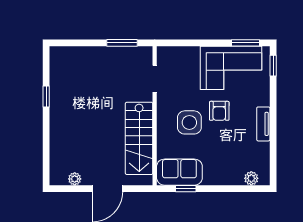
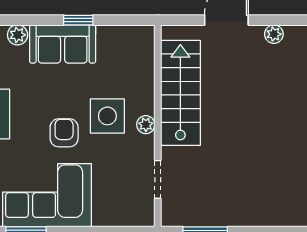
plant: (163, 117) -> (146, 125), added
sofa: (179, 172) -> (63, 44), moved
window: (186, 189) -> (78, 20), moved

